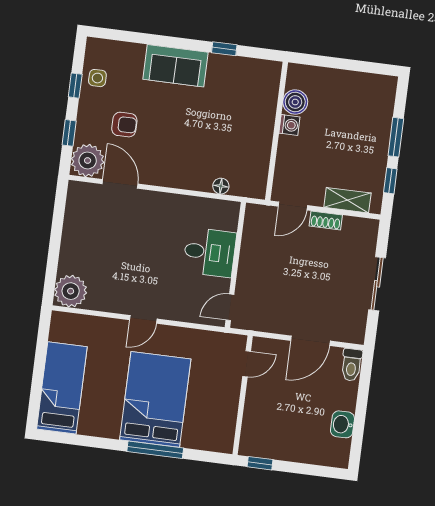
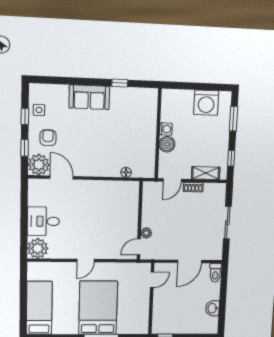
washing machine: (356, 90) -> (206, 103), added
boiler: (295, 102) -> (167, 144), moved
armchair: (124, 125) -> (48, 138), moved, turned -90
window: (396, 137) -> (233, 119), moved
desk: (210, 252) -> (43, 221), moved, turned 180
plant: (244, 286) -> (146, 233), added

